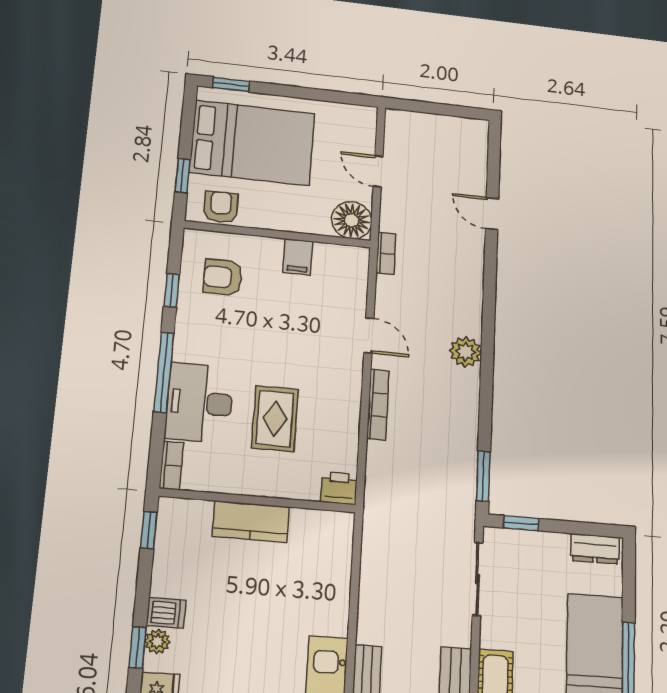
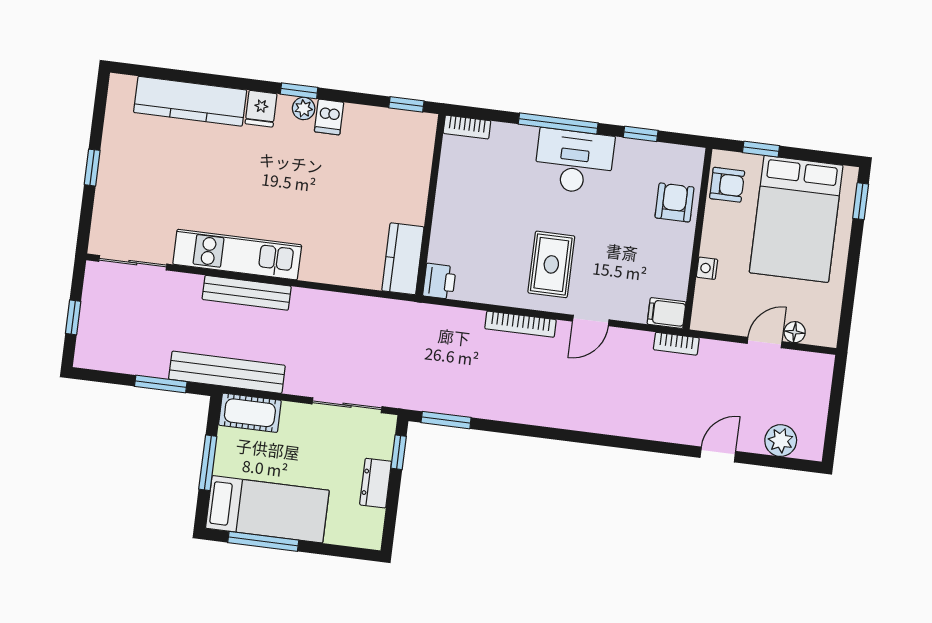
floor lamp: (352, 220) -> (795, 332), moved, width x0.53, depth x0.53
nightstand: (307, 225) -> (707, 268), added
filing cabinet: (298, 257) -> (667, 313), moved
armchair: (223, 277) -> (674, 202), moved
plant: (466, 352) -> (781, 441), moved
desk: (199, 403) -> (574, 161), moved
rug: (275, 419) -> (551, 264), moved, turned 90
kitchen counter: (251, 522) -> (403, 259), moved
dresser: (595, 549) -> (376, 483), moved

